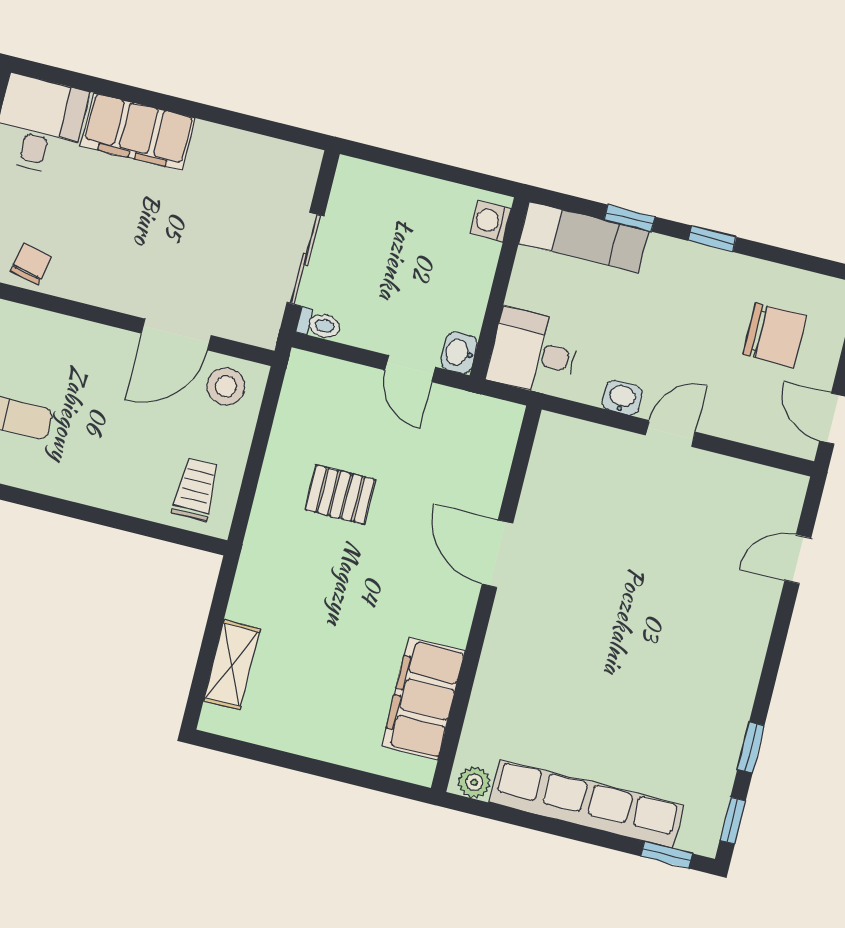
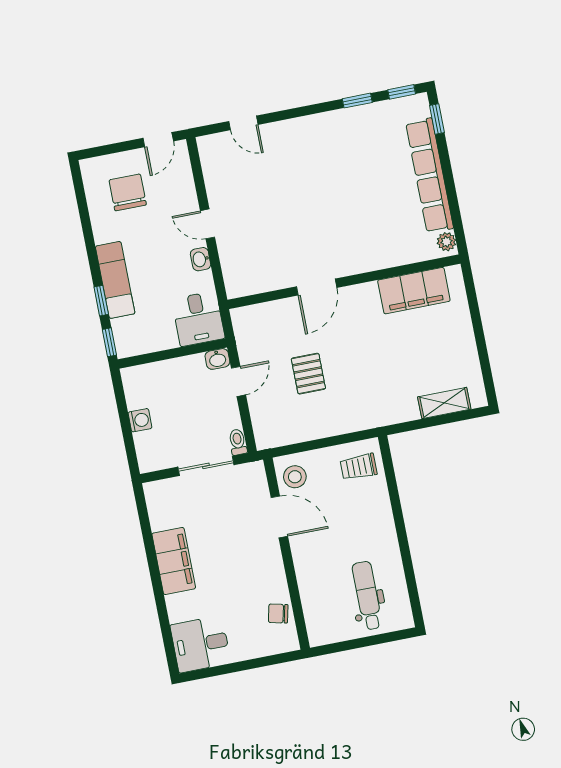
filing cabinet: (138, 132) -> (174, 561), moved
washing machine: (490, 221) -> (140, 420), moved, turned -90
exam couch: (584, 237) -> (115, 280), moved
window: (712, 239) -> (109, 342), moved
pallet: (340, 495) -> (308, 374), moved

